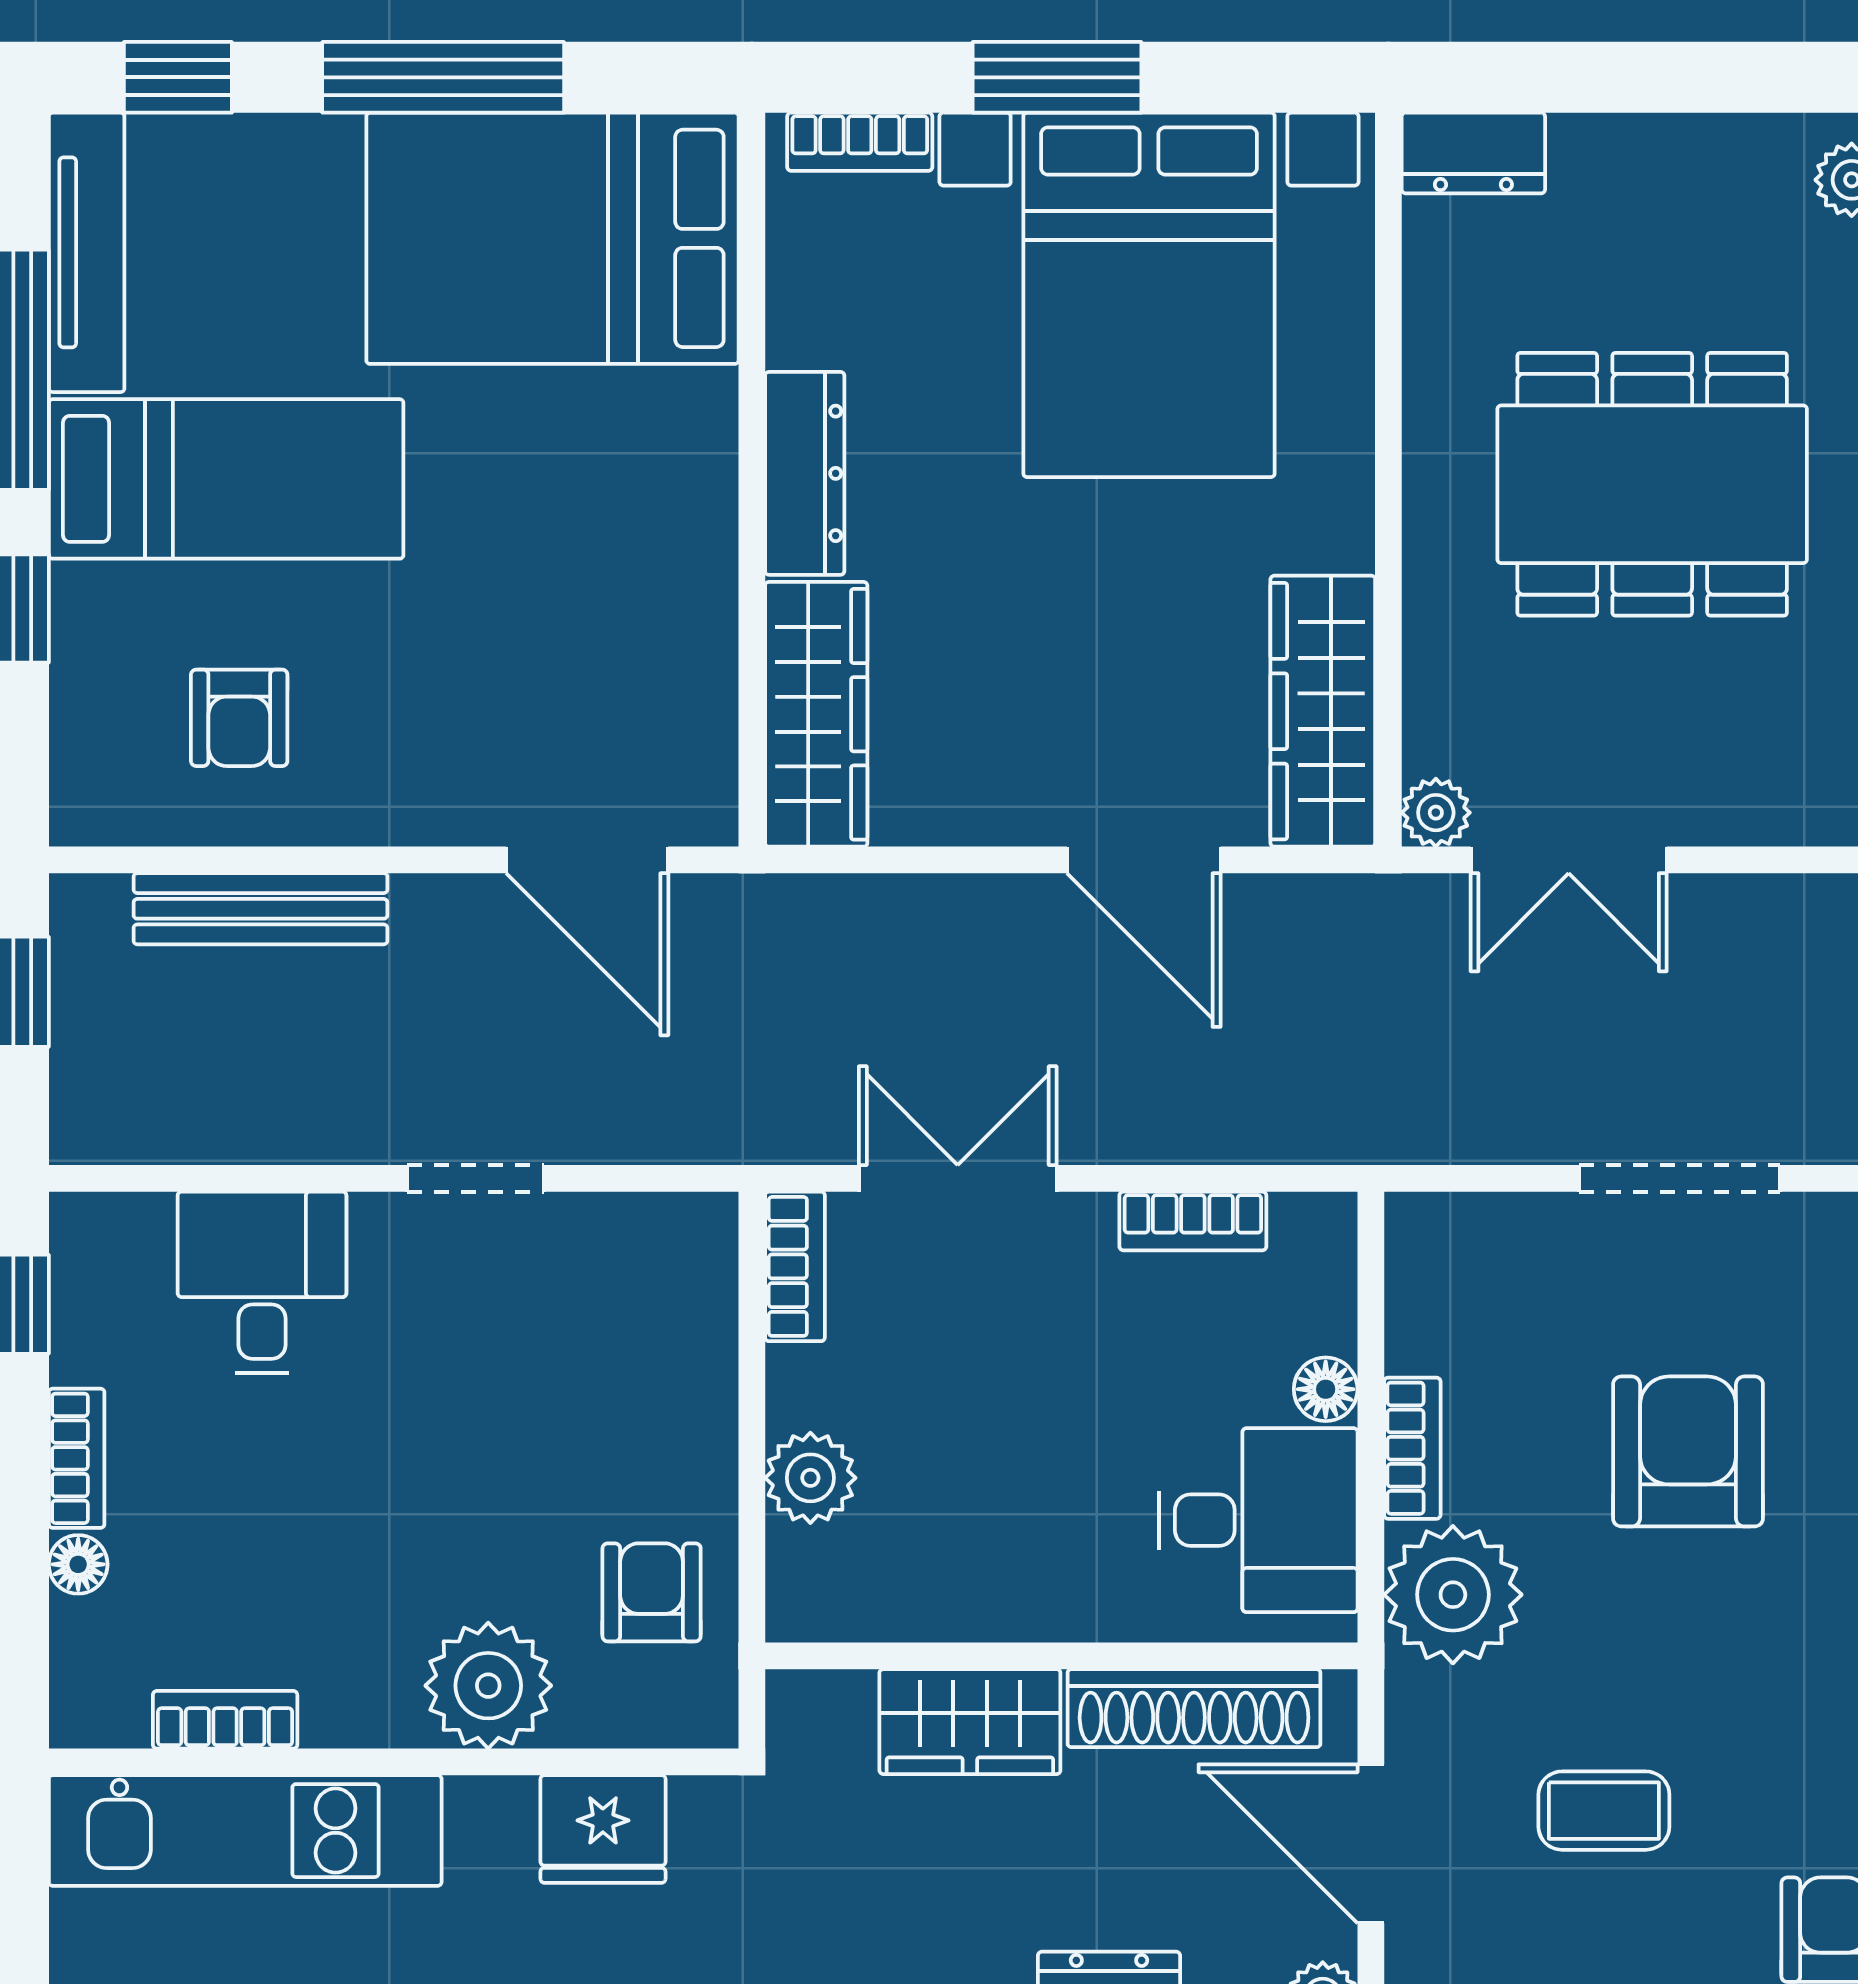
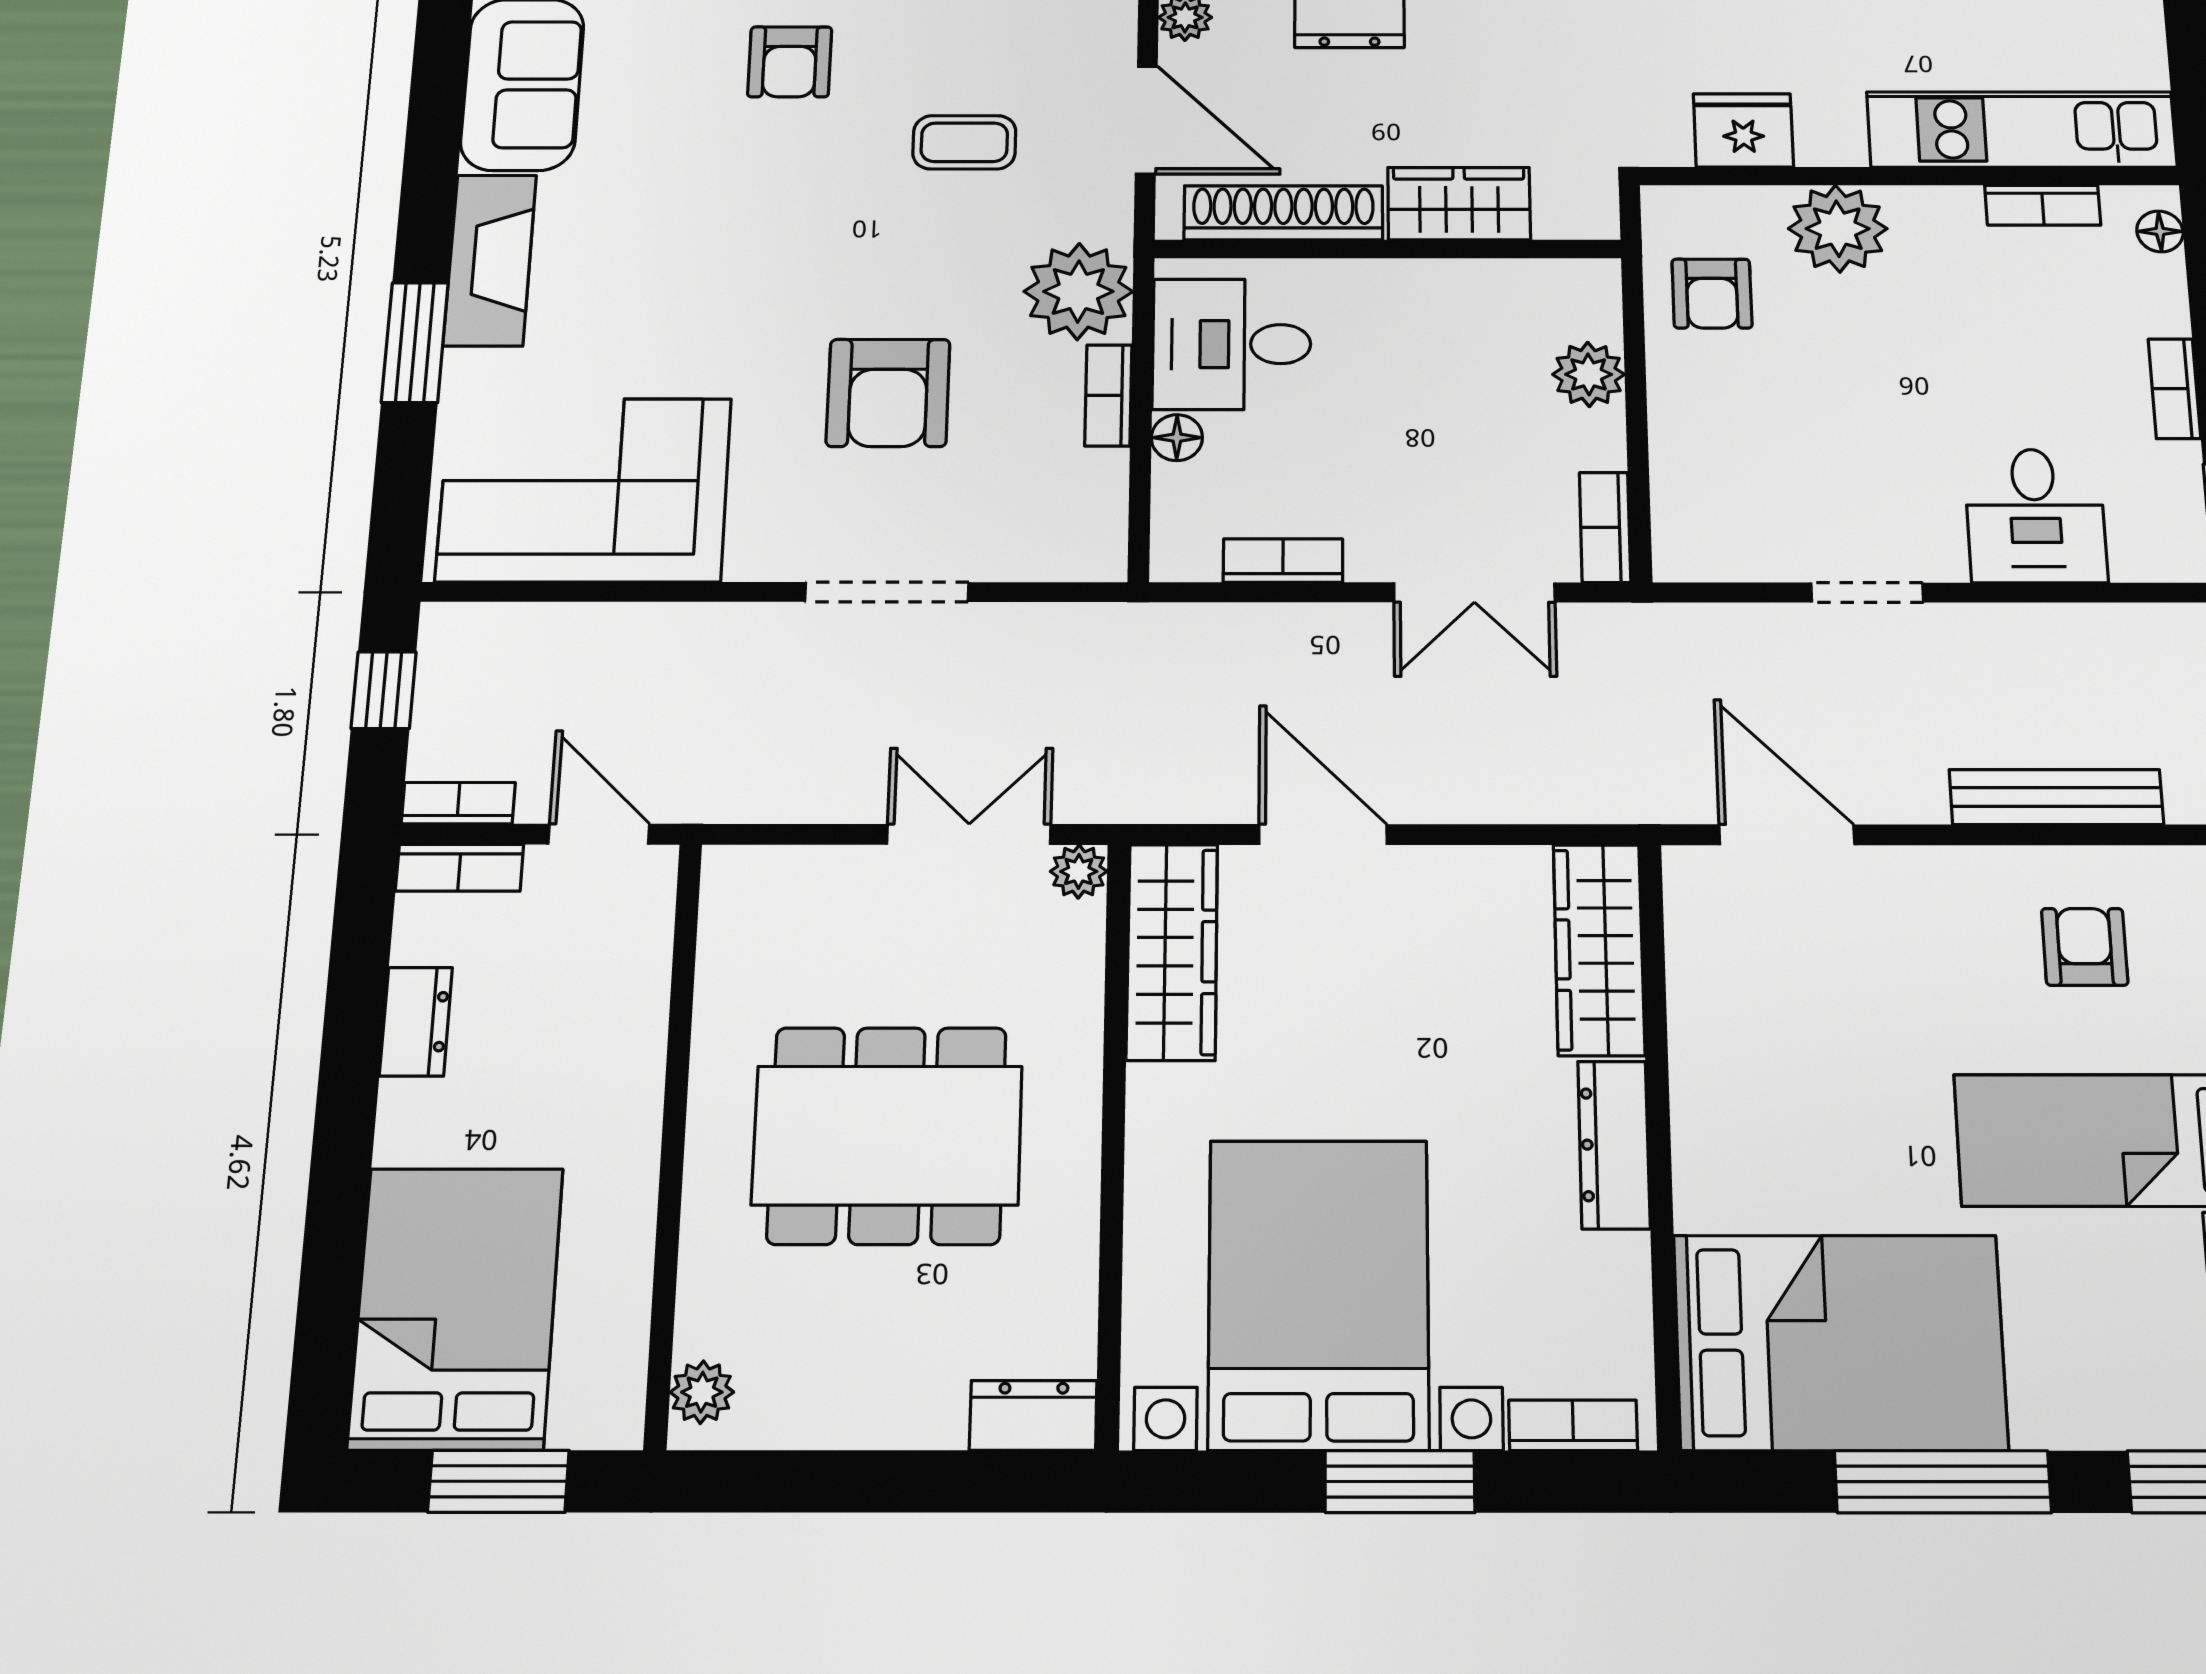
floor lamp: (78, 1564) -> (2160, 231), moved

